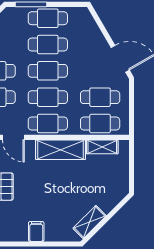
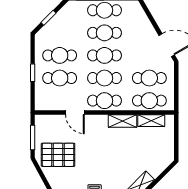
shelving: (61, 150) -> (122, 121), width x0.67, depth x0.75

